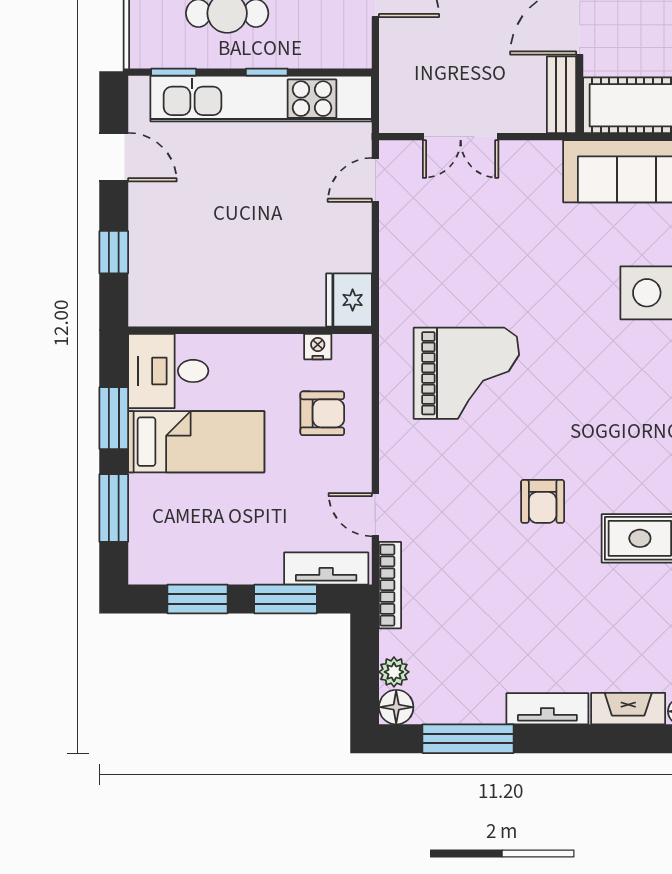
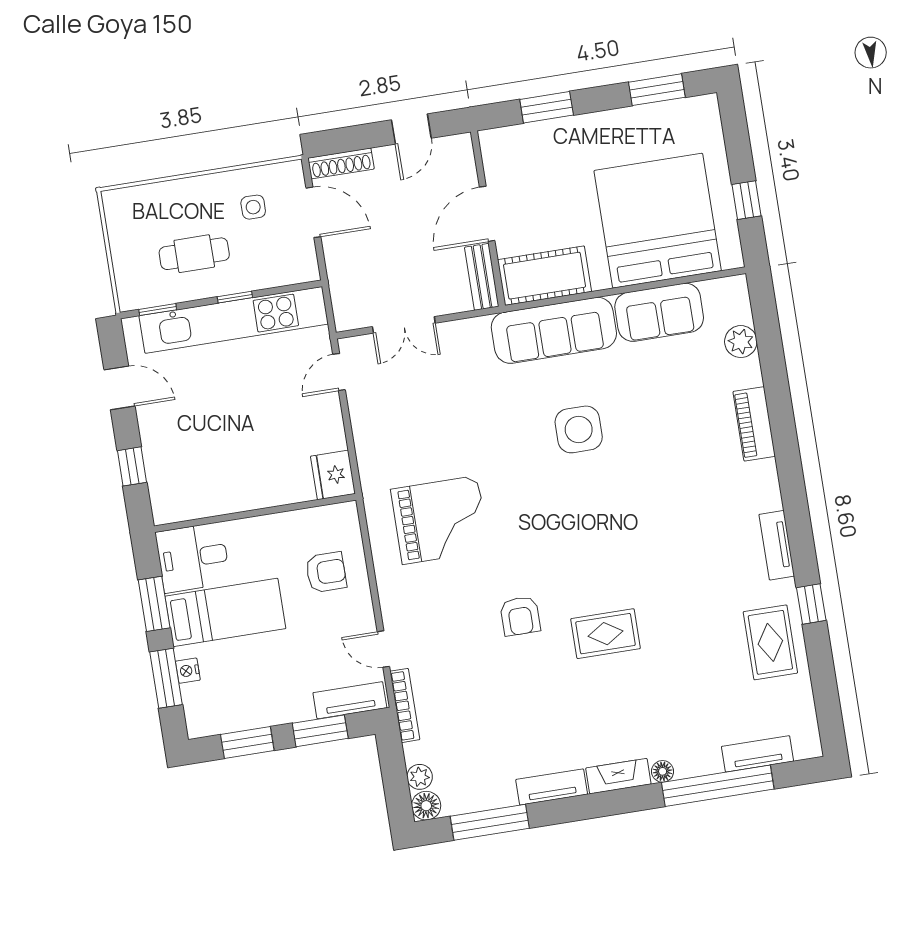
nightstand: (318, 347) -> (188, 671), moved, turned -90

